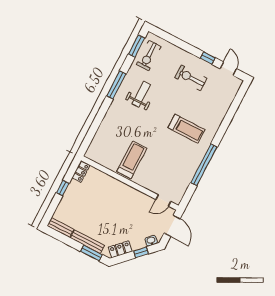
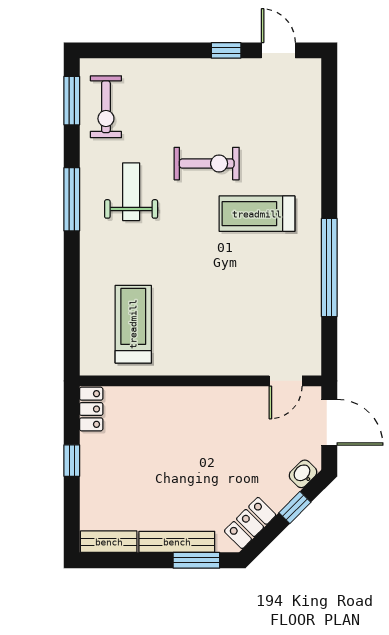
exercise bike: (191, 78) -> (207, 164), moved, turned 180
treadmill: (186, 129) -> (257, 214), turned 180
treadmill: (132, 160) -> (133, 324), moved

